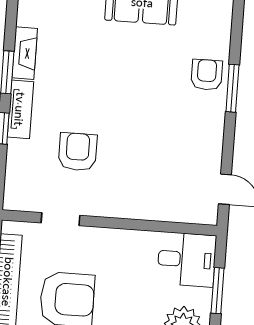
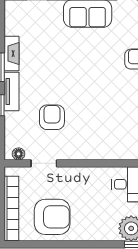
floor lamp: (24, 202) -> (19, 154), added

